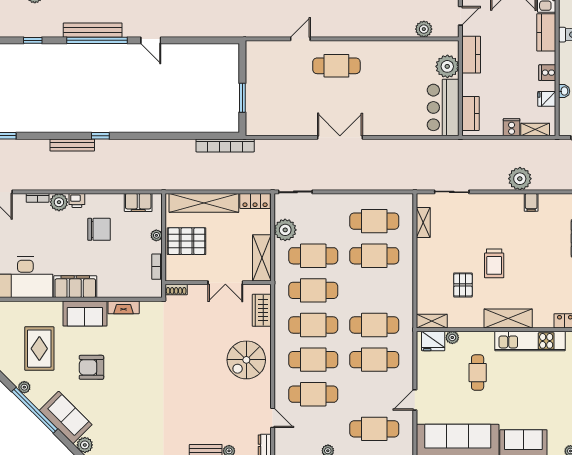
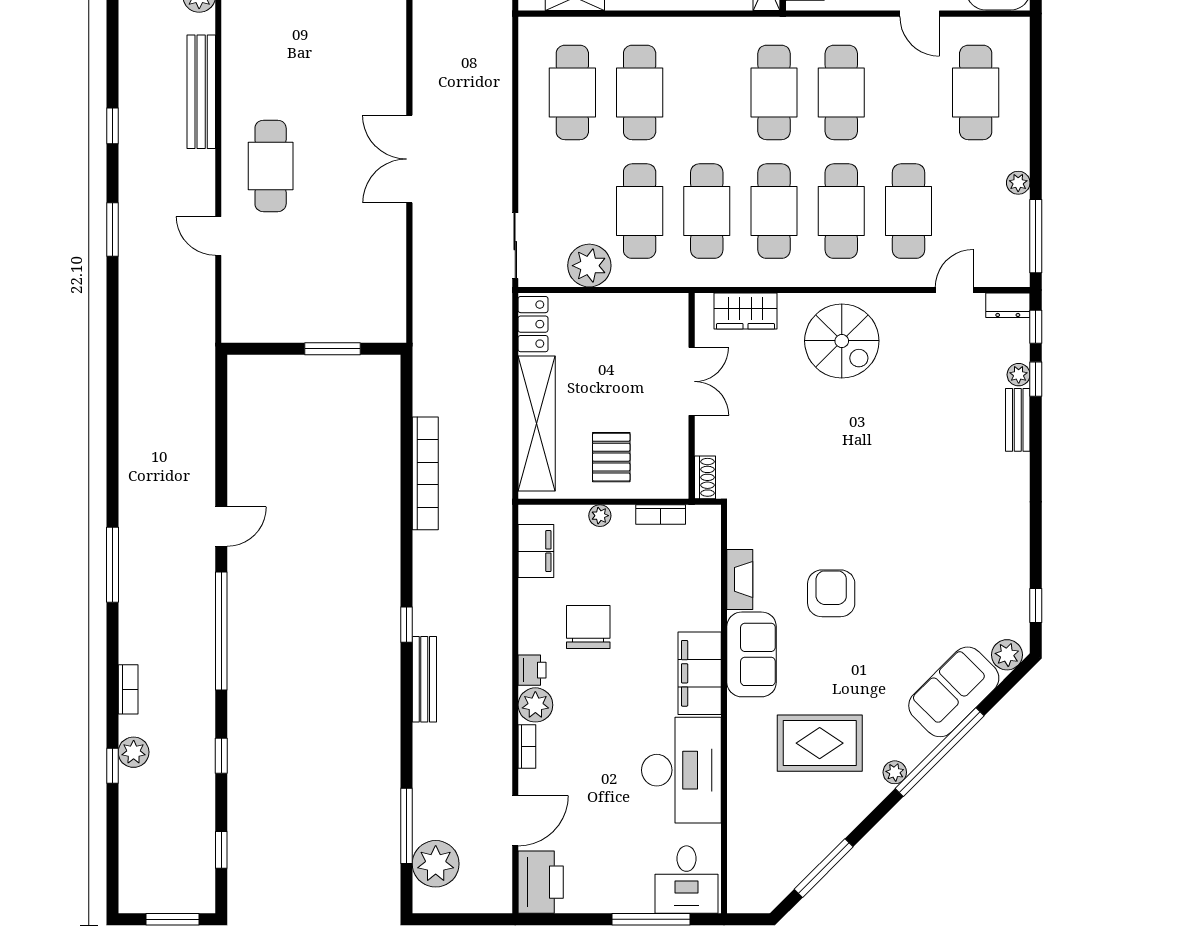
bench: (93, 30) -> (201, 92), moved
bookcase: (225, 145) -> (425, 473), moved
pallet: (187, 241) -> (611, 457), width x0.67, depth x0.71
shelving: (262, 258) -> (644, 311), removed
armchair: (91, 367) -> (831, 593), moved, turned 180

